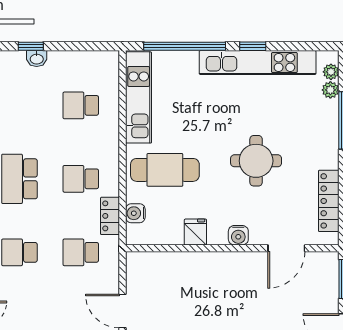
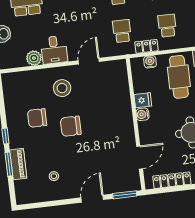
water cooler: (238, 235) -> (142, 114), moved
door: (286, 248) -> (140, 157), swing flipped

